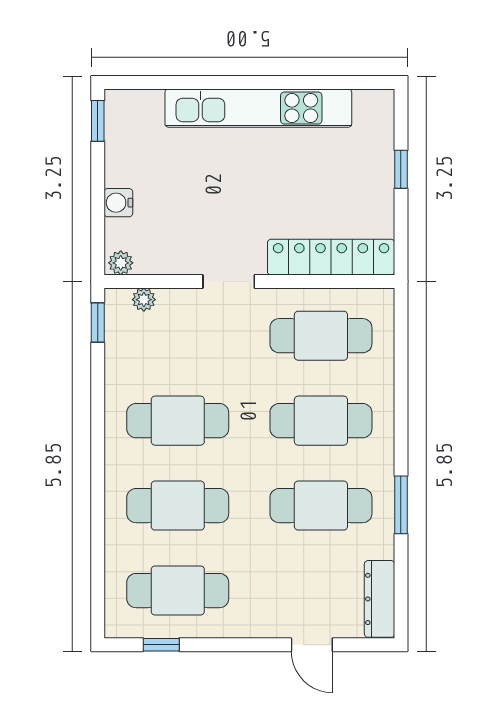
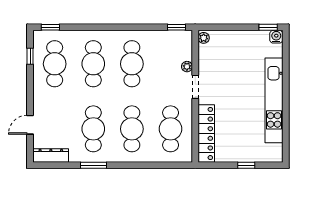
water cooler: (118, 203) -> (276, 37), moved
plant: (144, 300) -> (187, 67), moved
window: (98, 600) -> (50, 27), added

